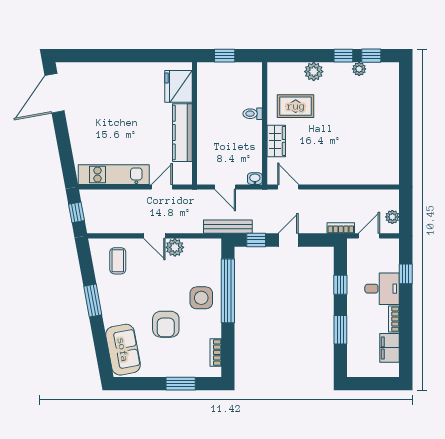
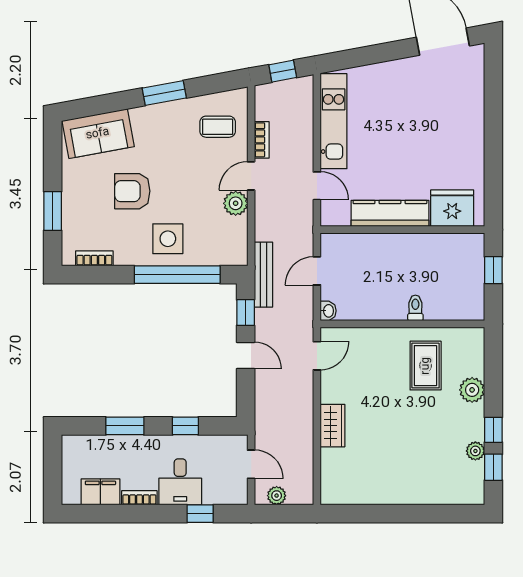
wardrobe: (276, 141) -> (332, 426), moved, turned -90
bookcase: (341, 228) -> (262, 140), moved

